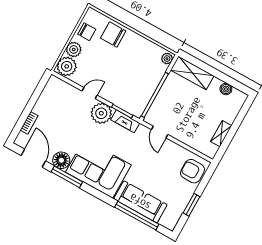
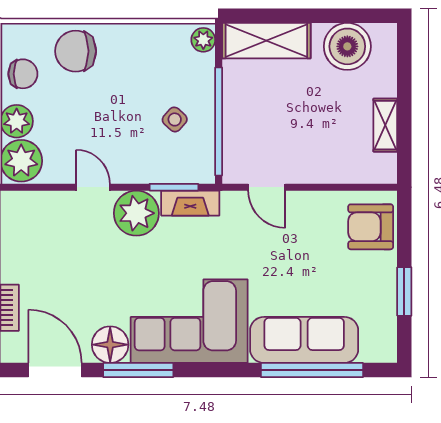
side table: (138, 84) -> (175, 119), added
boiler: (226, 89) -> (347, 46), width x1.86, depth x1.86
door: (90, 93) -> (93, 187), hinge flipped

